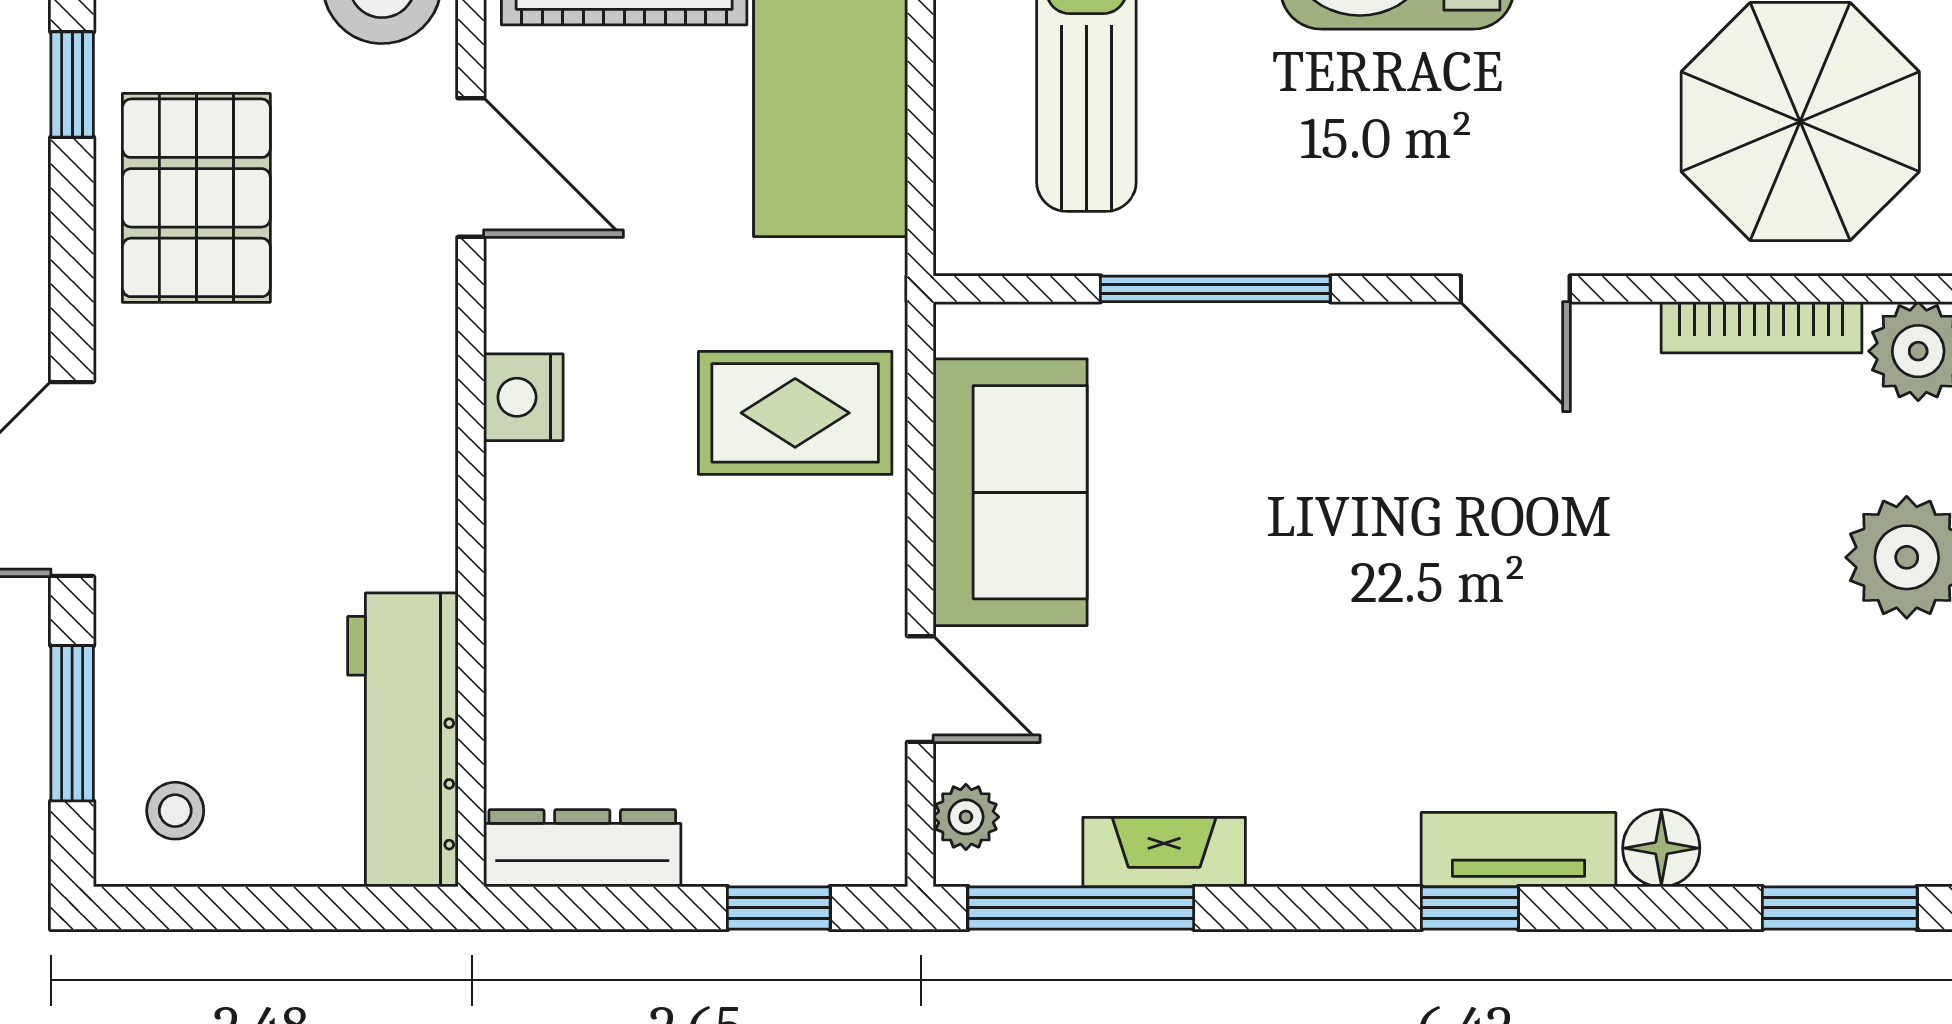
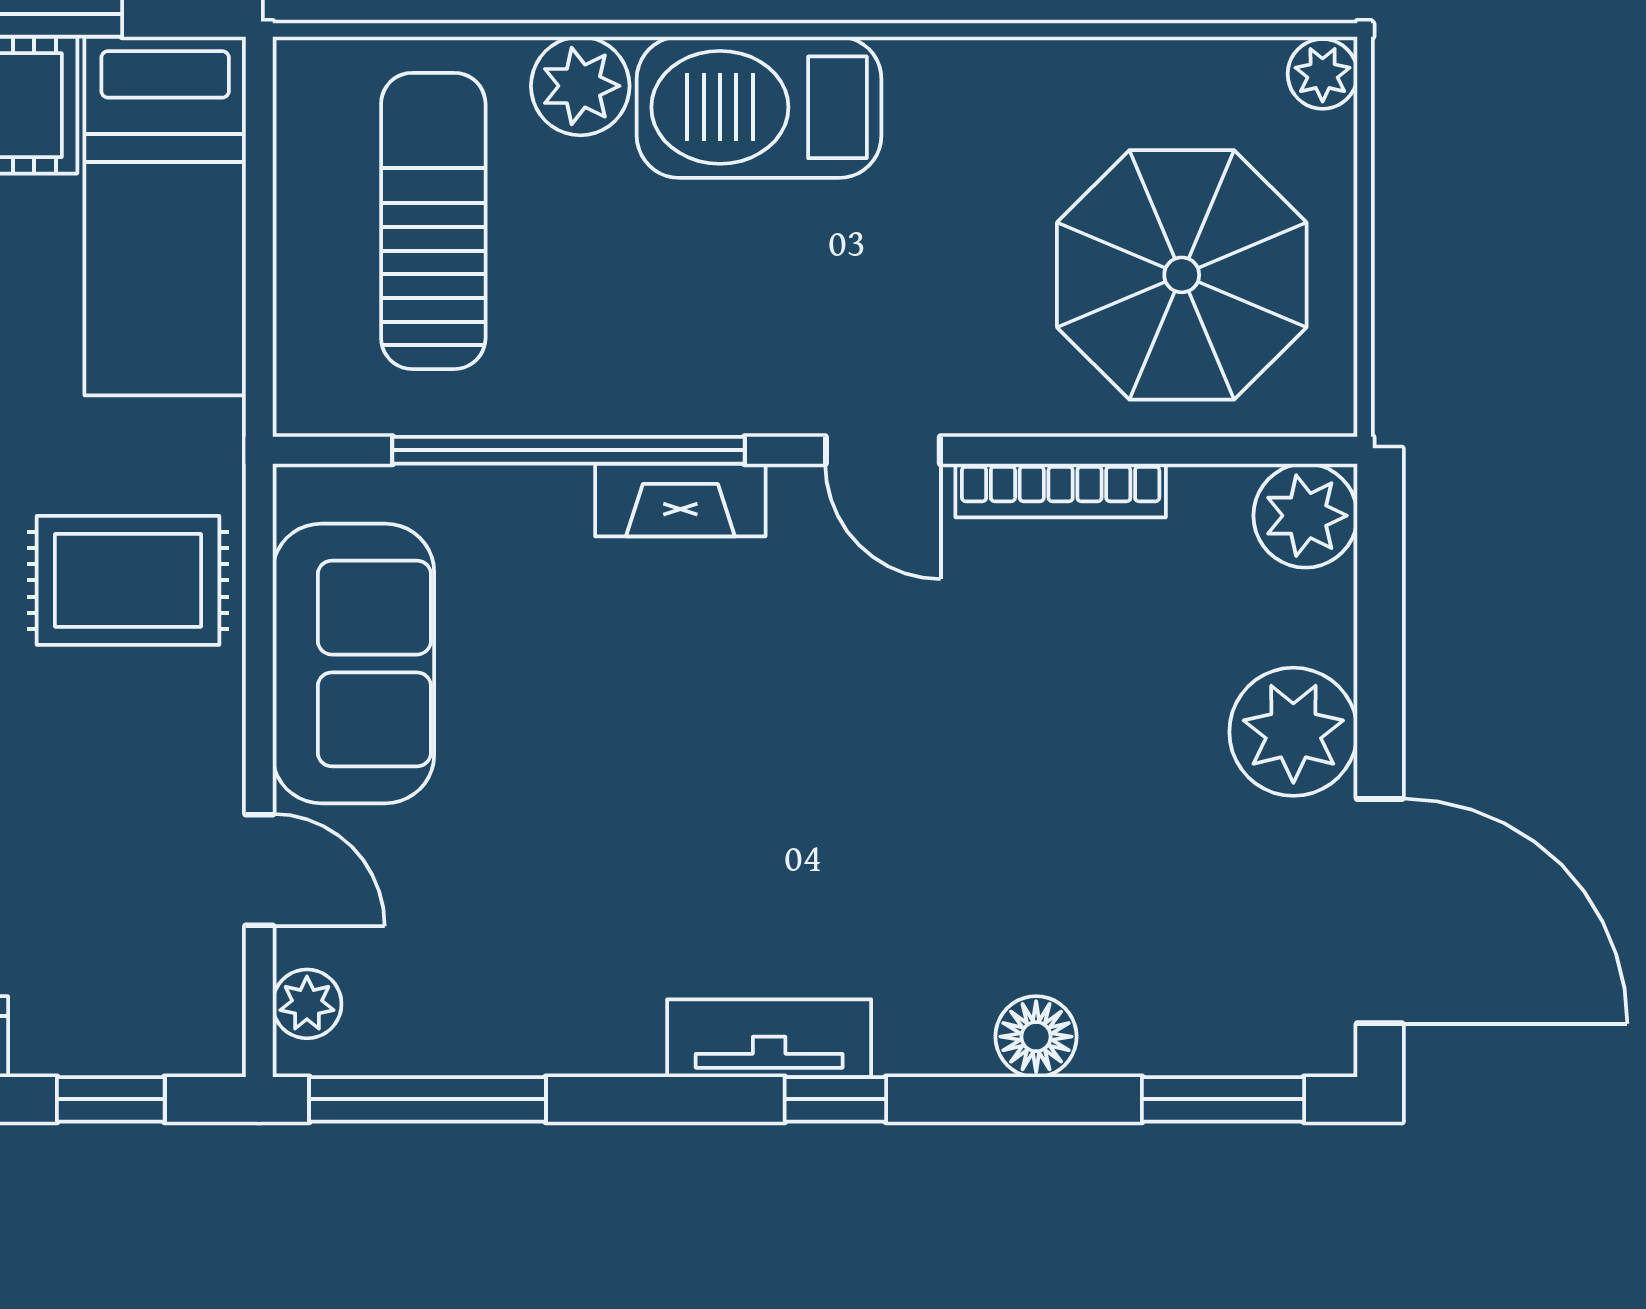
window: (1215, 289) -> (568, 450), width x1.46
bookcase: (1761, 327) -> (1061, 490), moved
tv unit: (1518, 850) -> (769, 1038), moved
fireplace: (1164, 852) -> (680, 500), moved, turned 180

